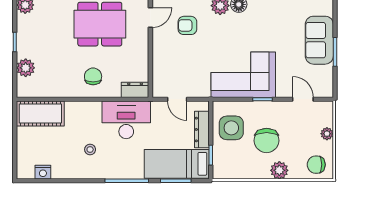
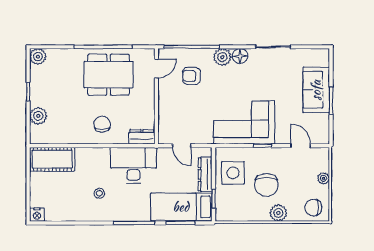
nightstand: (43, 172) -> (37, 215), moved

